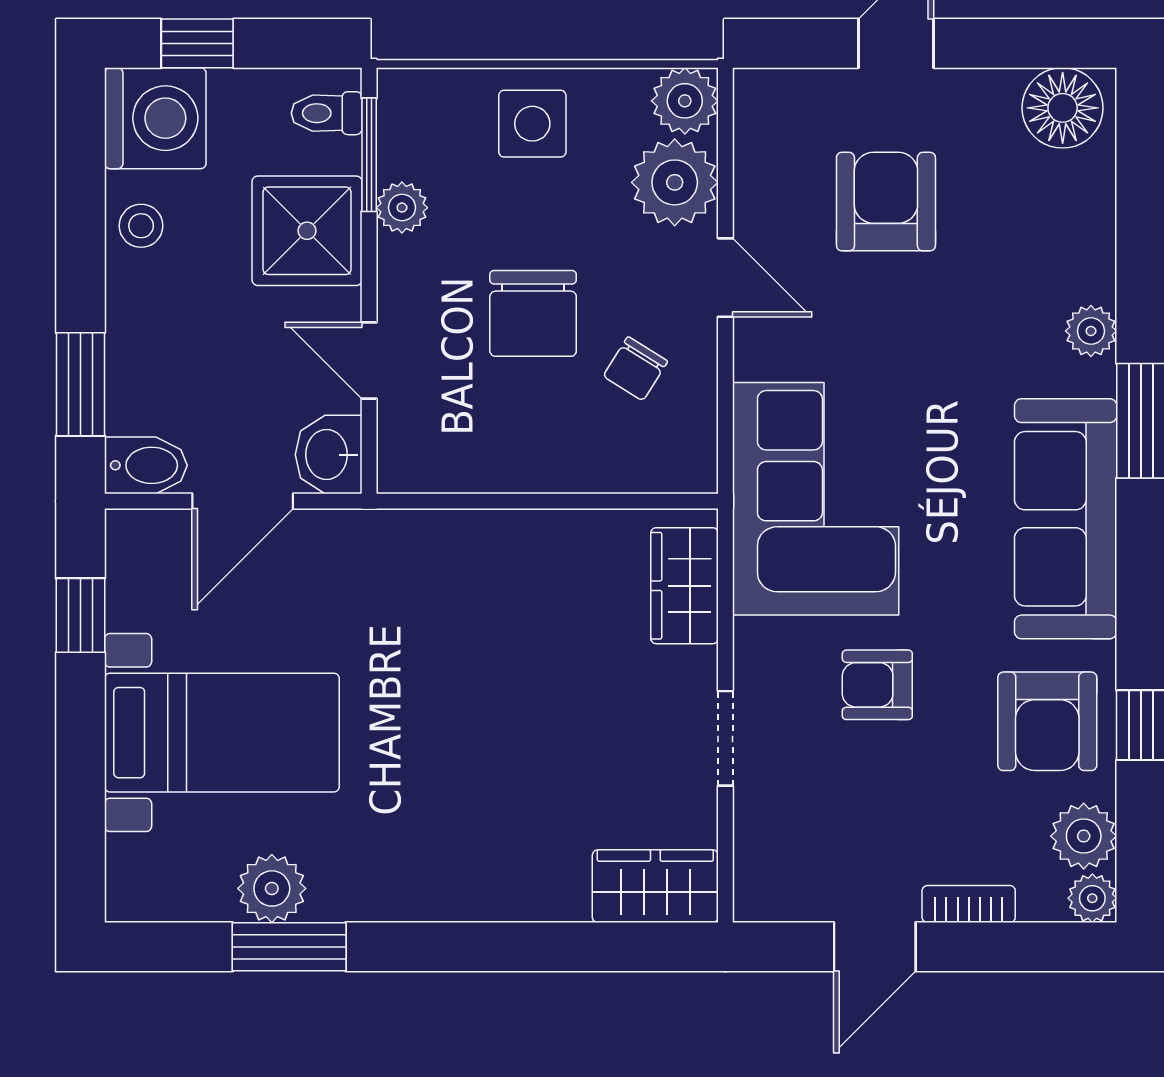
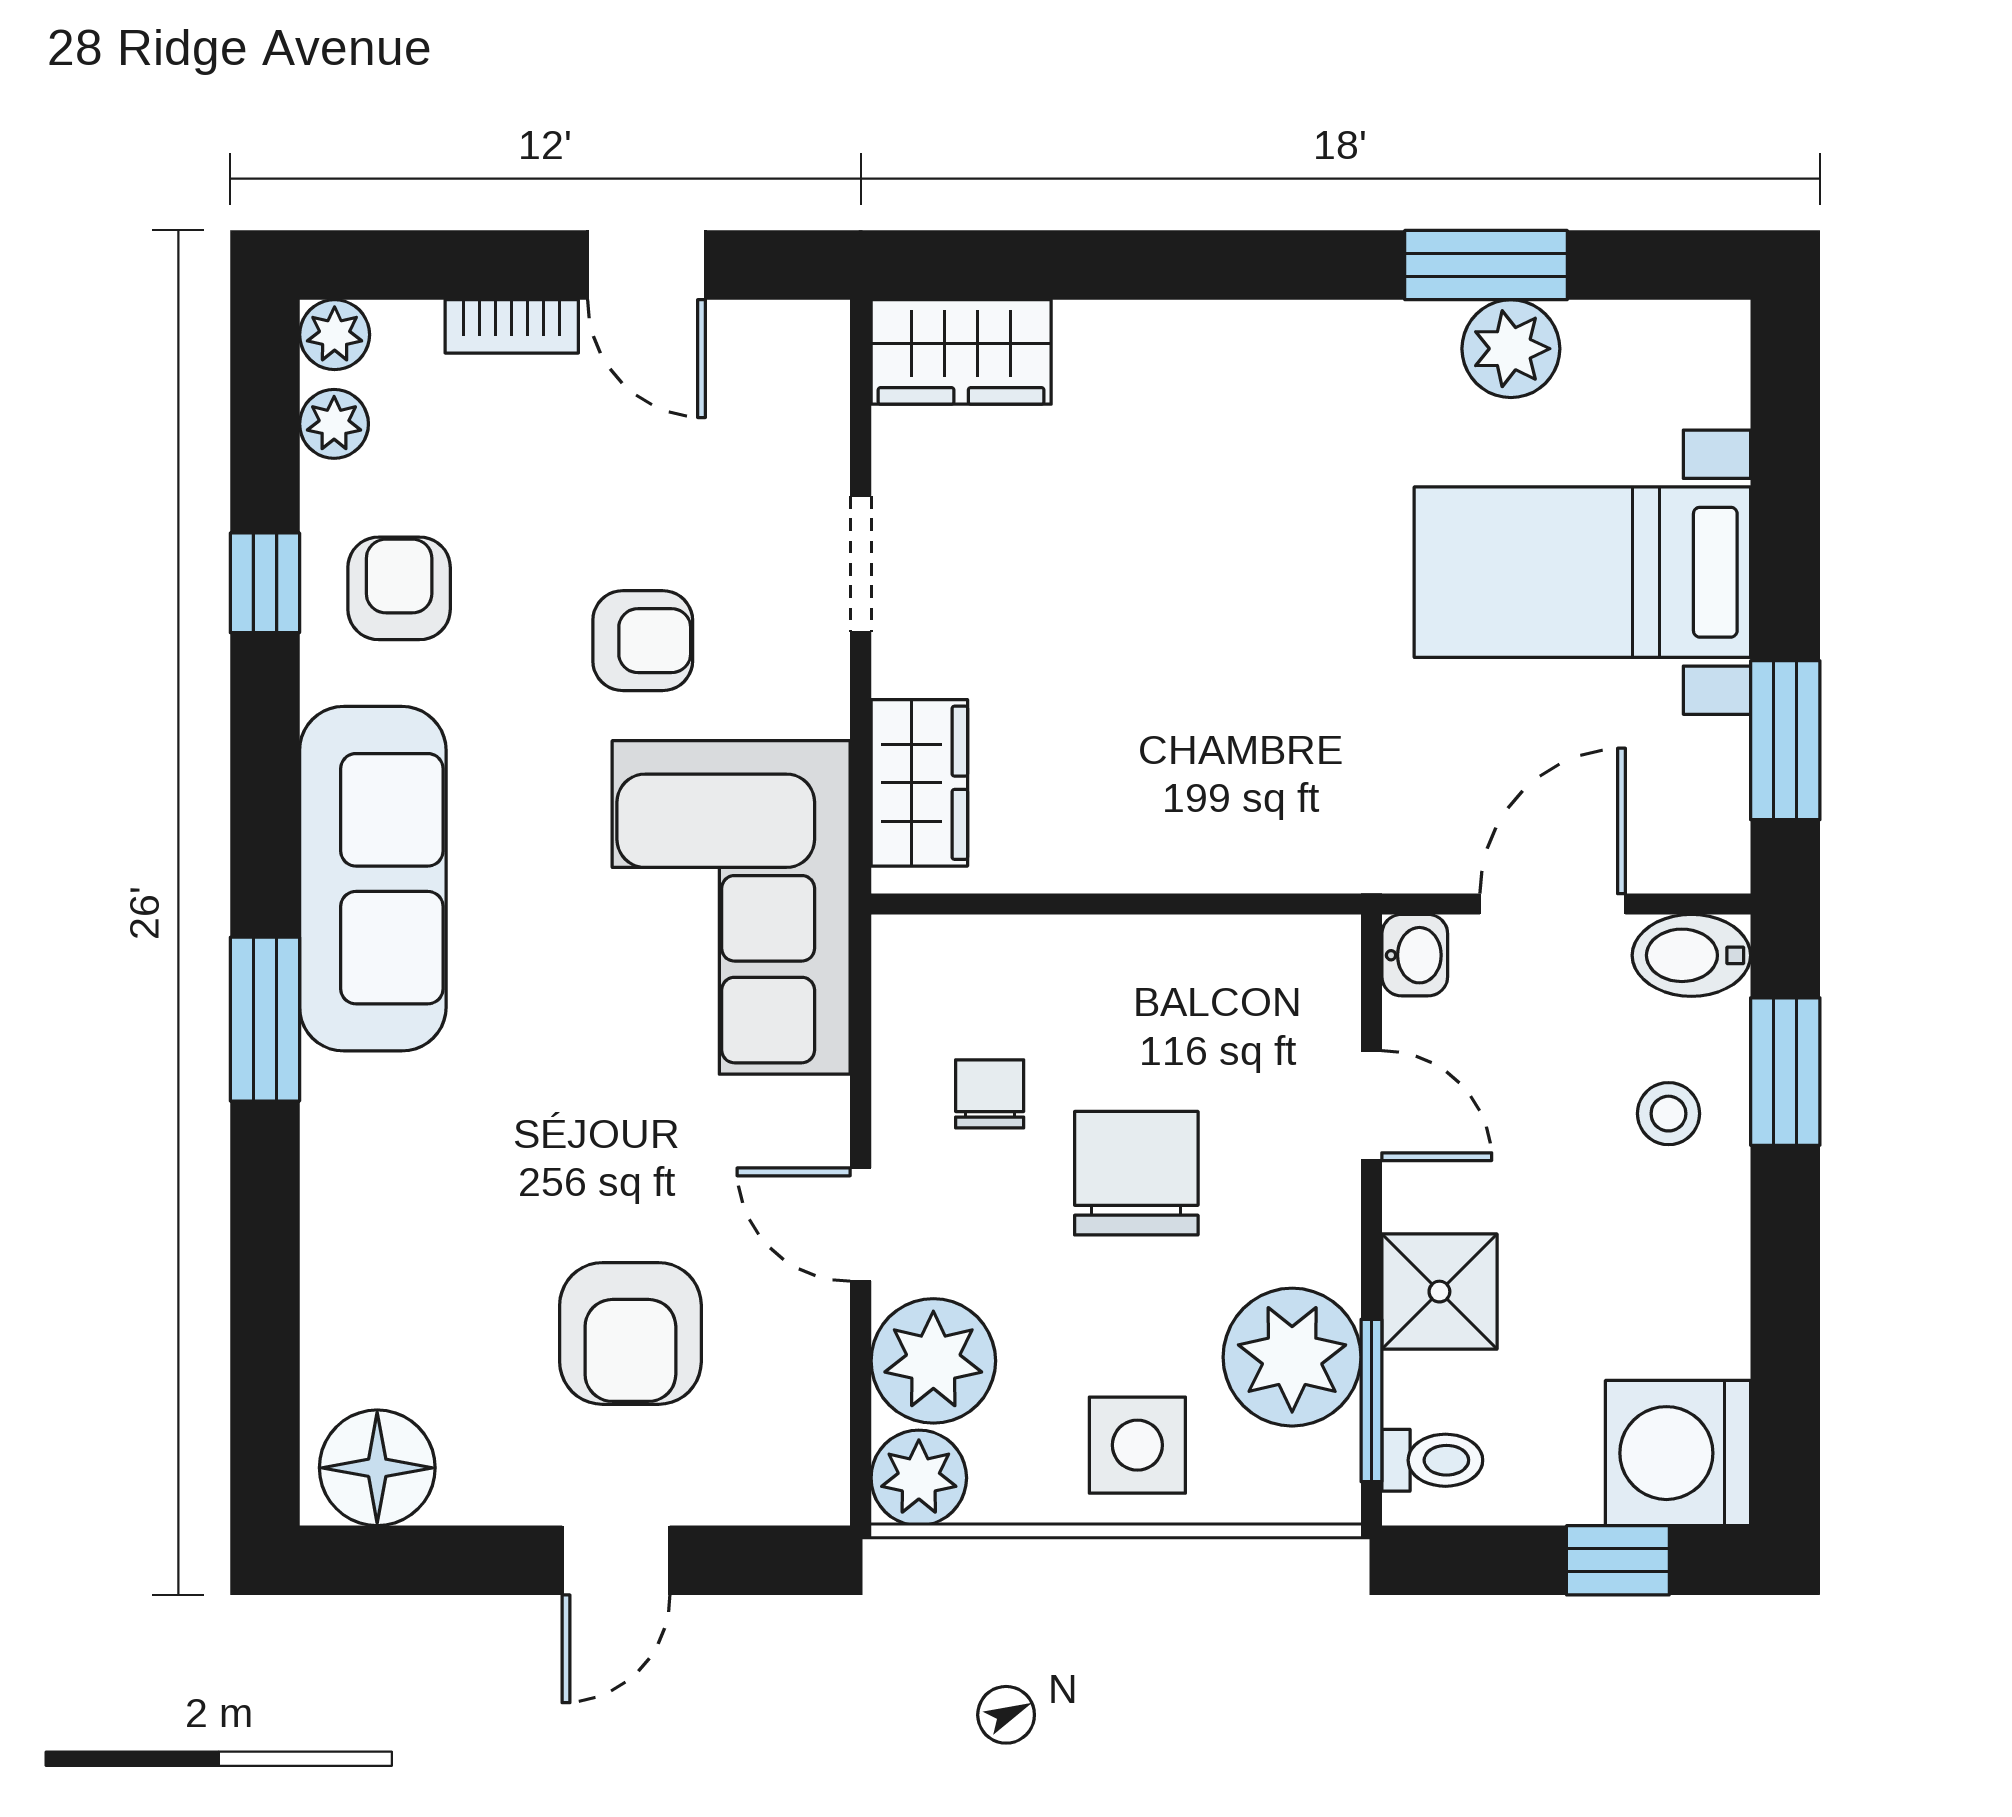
plant: (402, 208) -> (1292, 1357), width x1.88, depth x1.88
stool: (141, 226) -> (1668, 1114), moved
shower: (307, 231) -> (1439, 1292), width x0.73, depth x0.73
plant: (1091, 331) -> (336, 1148), removed
chair: (635, 369) -> (990, 1094), turned -32
washbasin: (329, 455) -> (1415, 955), width x0.72, depth x0.69
window: (80, 615) -> (1785, 740), width x1.50
armchair: (1047, 721) -> (399, 588), width x0.72, depth x0.72
plant: (1084, 836) -> (334, 424), width x0.73, depth x0.73
door: (875, 947) -> (646, 265), swing flipped

